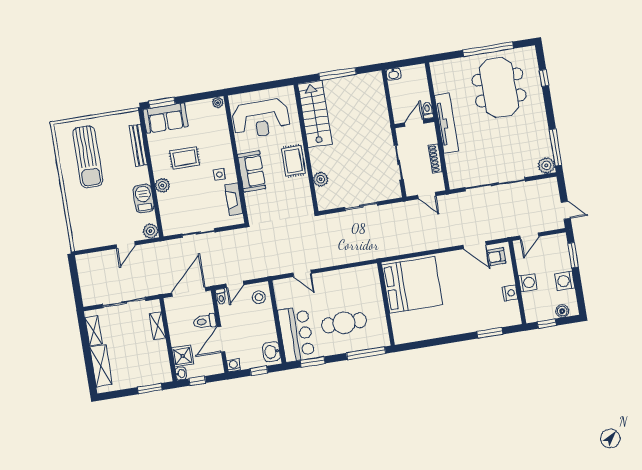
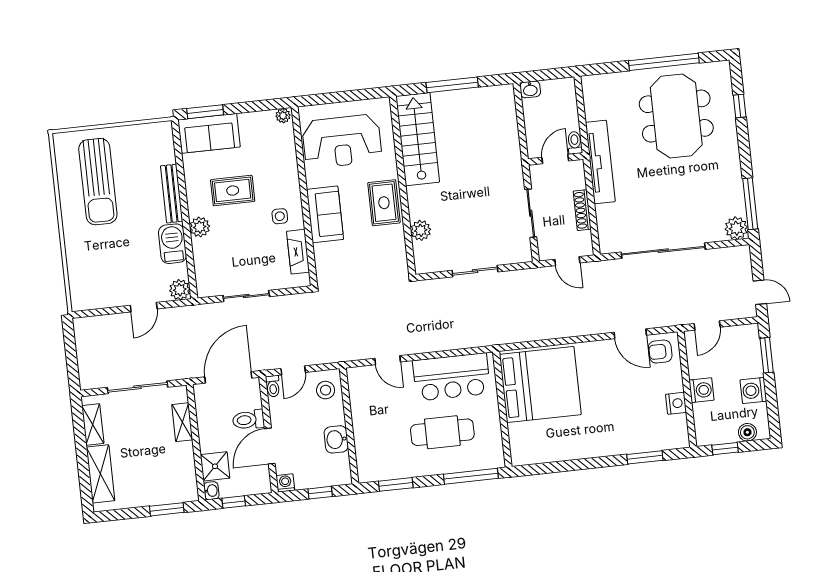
bench: (138, 145) -> (172, 194), moved
bar counter: (296, 334) -> (452, 377), moved, turned 90
washbasin: (272, 352) -> (336, 439), moved

